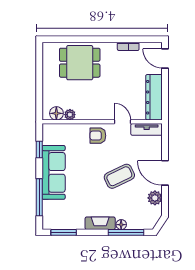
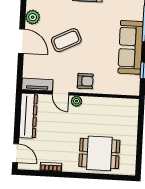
floor lamp: (56, 113) -> (125, 105), removed
plant: (70, 115) -> (76, 101), moved

